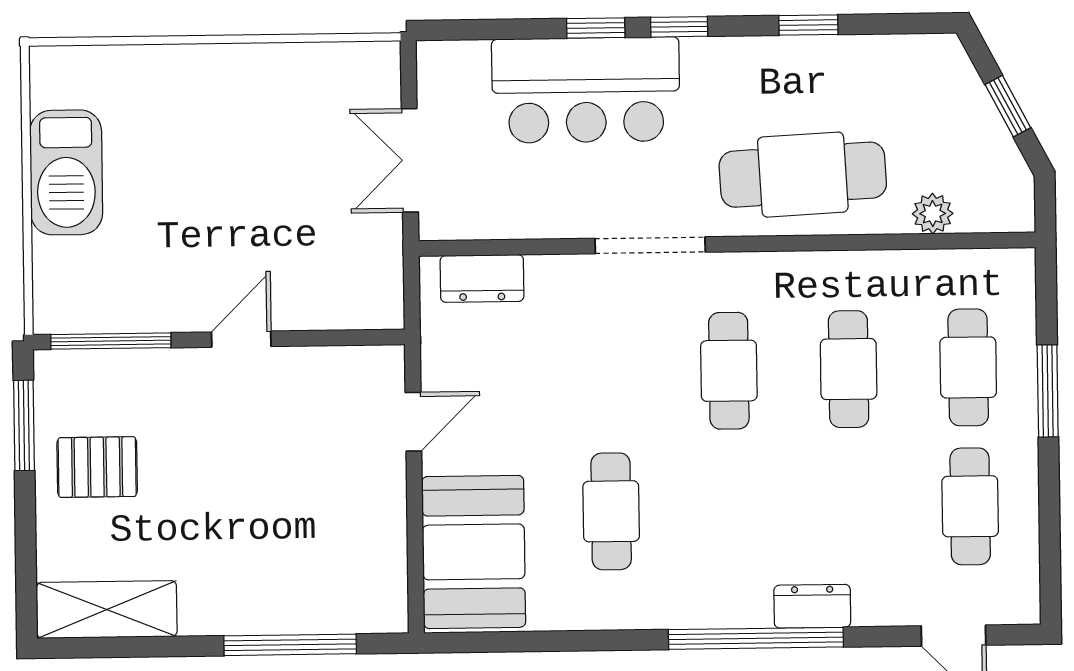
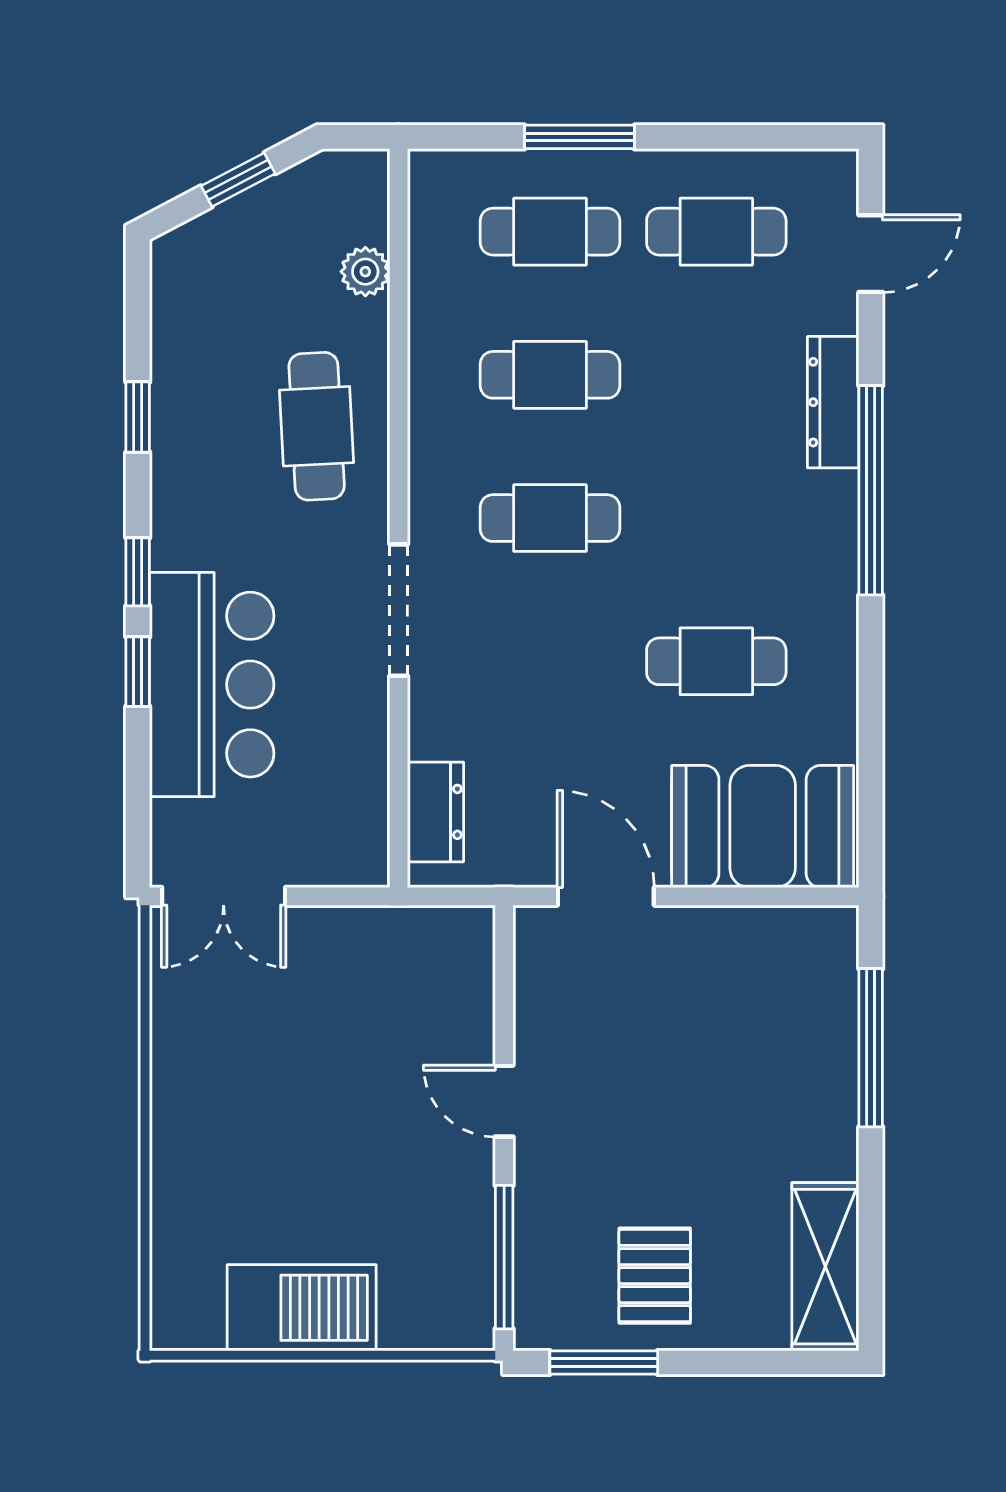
double door: (410, 160) -> (224, 896), moved
cafe table: (803, 175) -> (317, 426), width x0.73, depth x0.74
door: (413, 422) -> (606, 896), width x1.38
dresser: (812, 606) -> (833, 402), width x1.44

